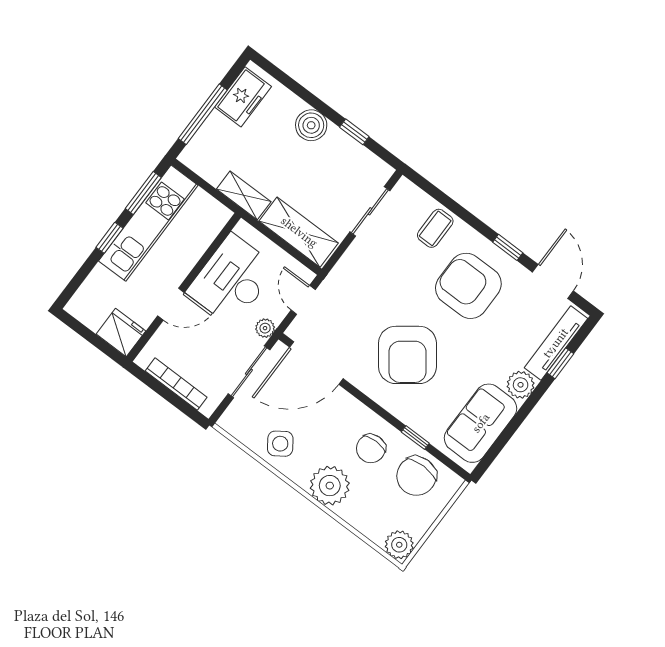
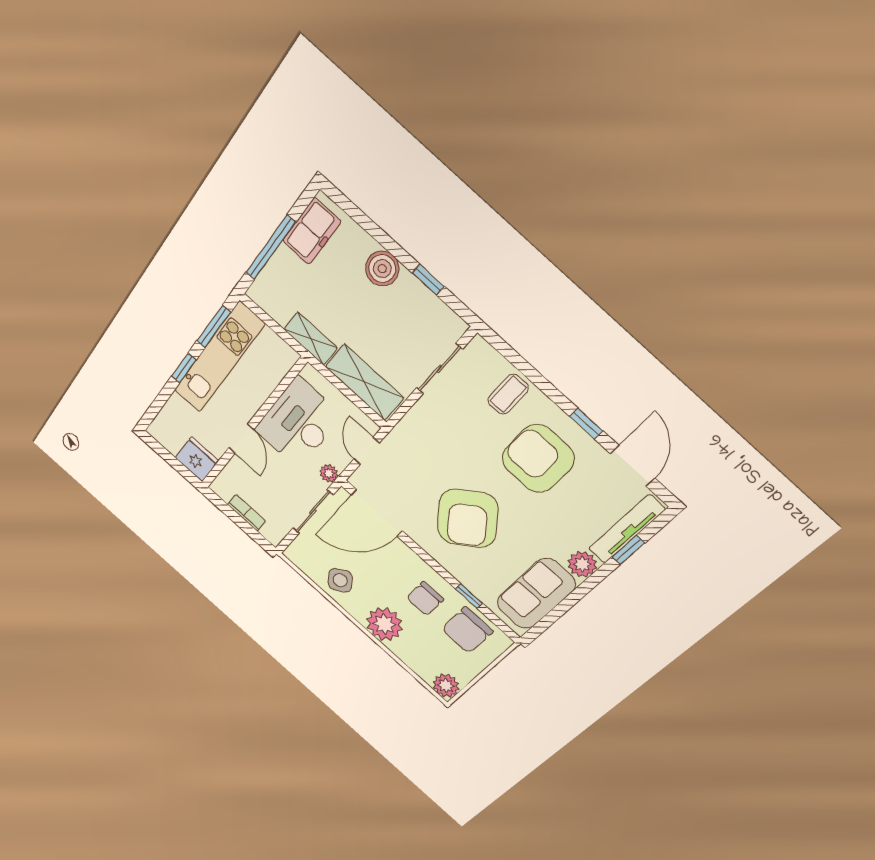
door: (171, 304) -> (241, 439), hinge flipped
bookcase: (176, 384) -> (247, 513), width x0.64

